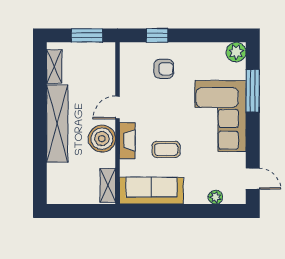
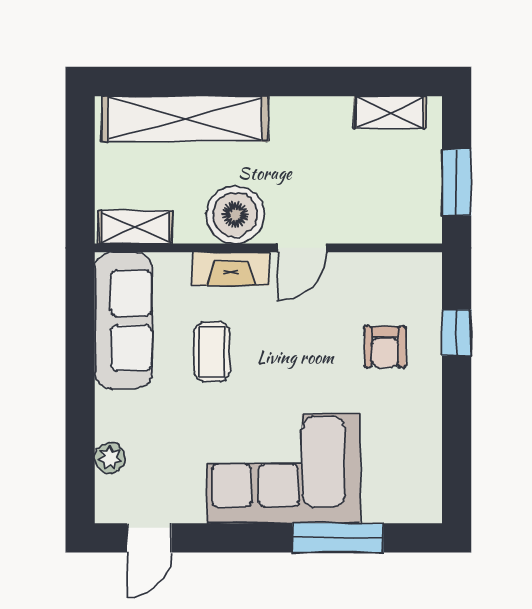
plant: (236, 52) -> (421, 502), removed
door: (118, 107) -> (302, 248), swing flipped
shelving: (57, 123) -> (185, 119), moved

